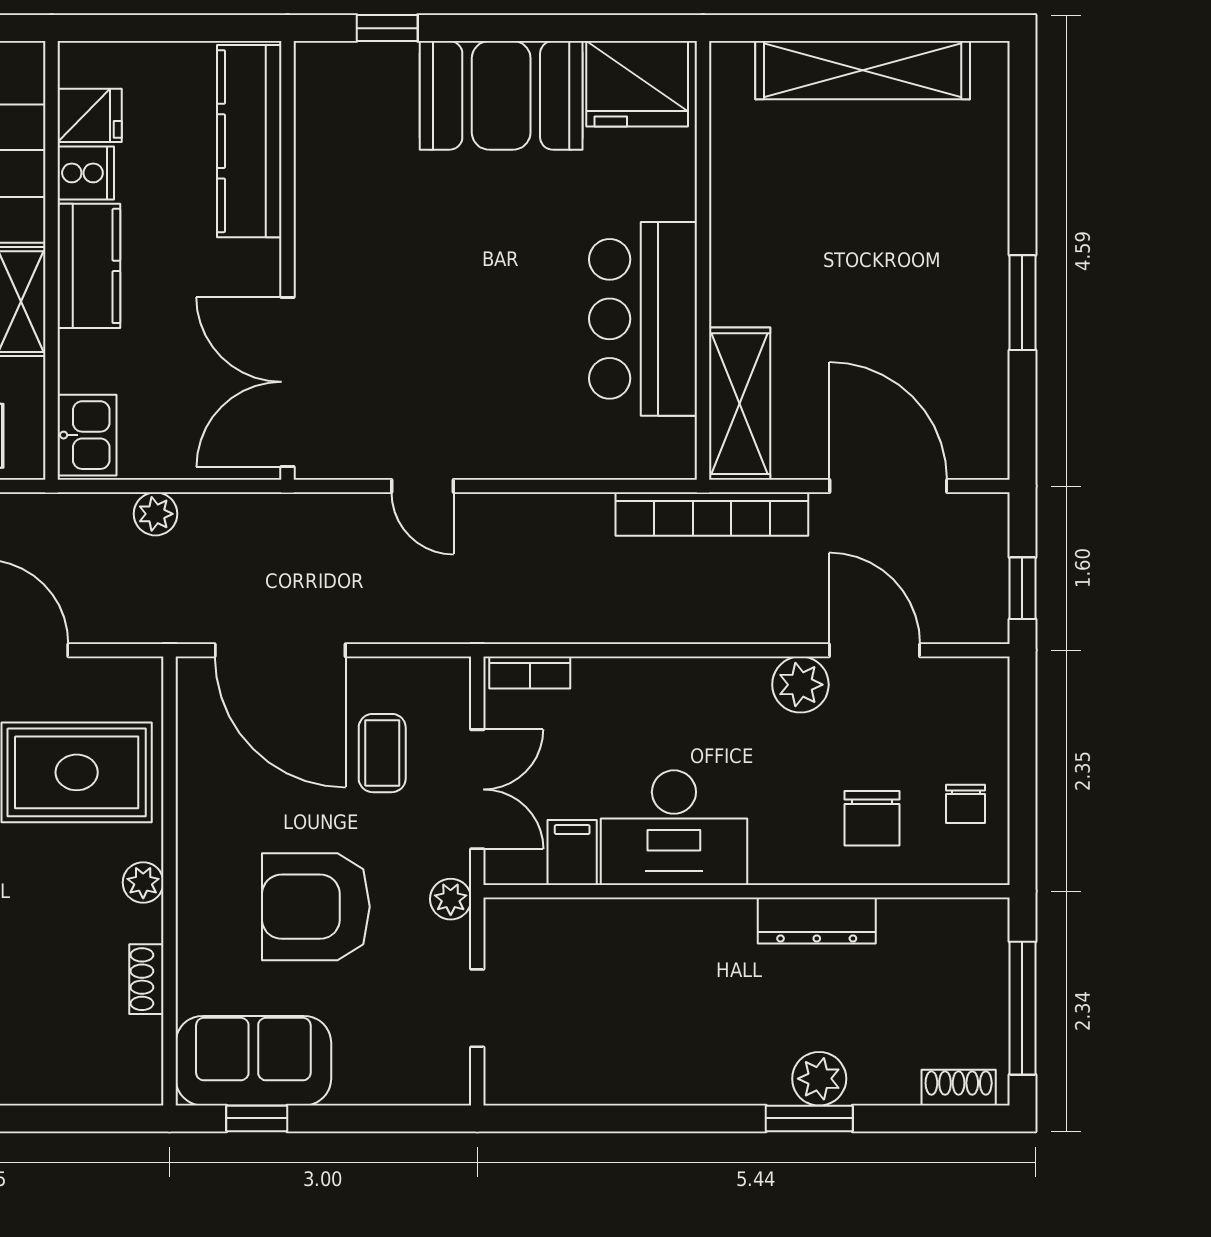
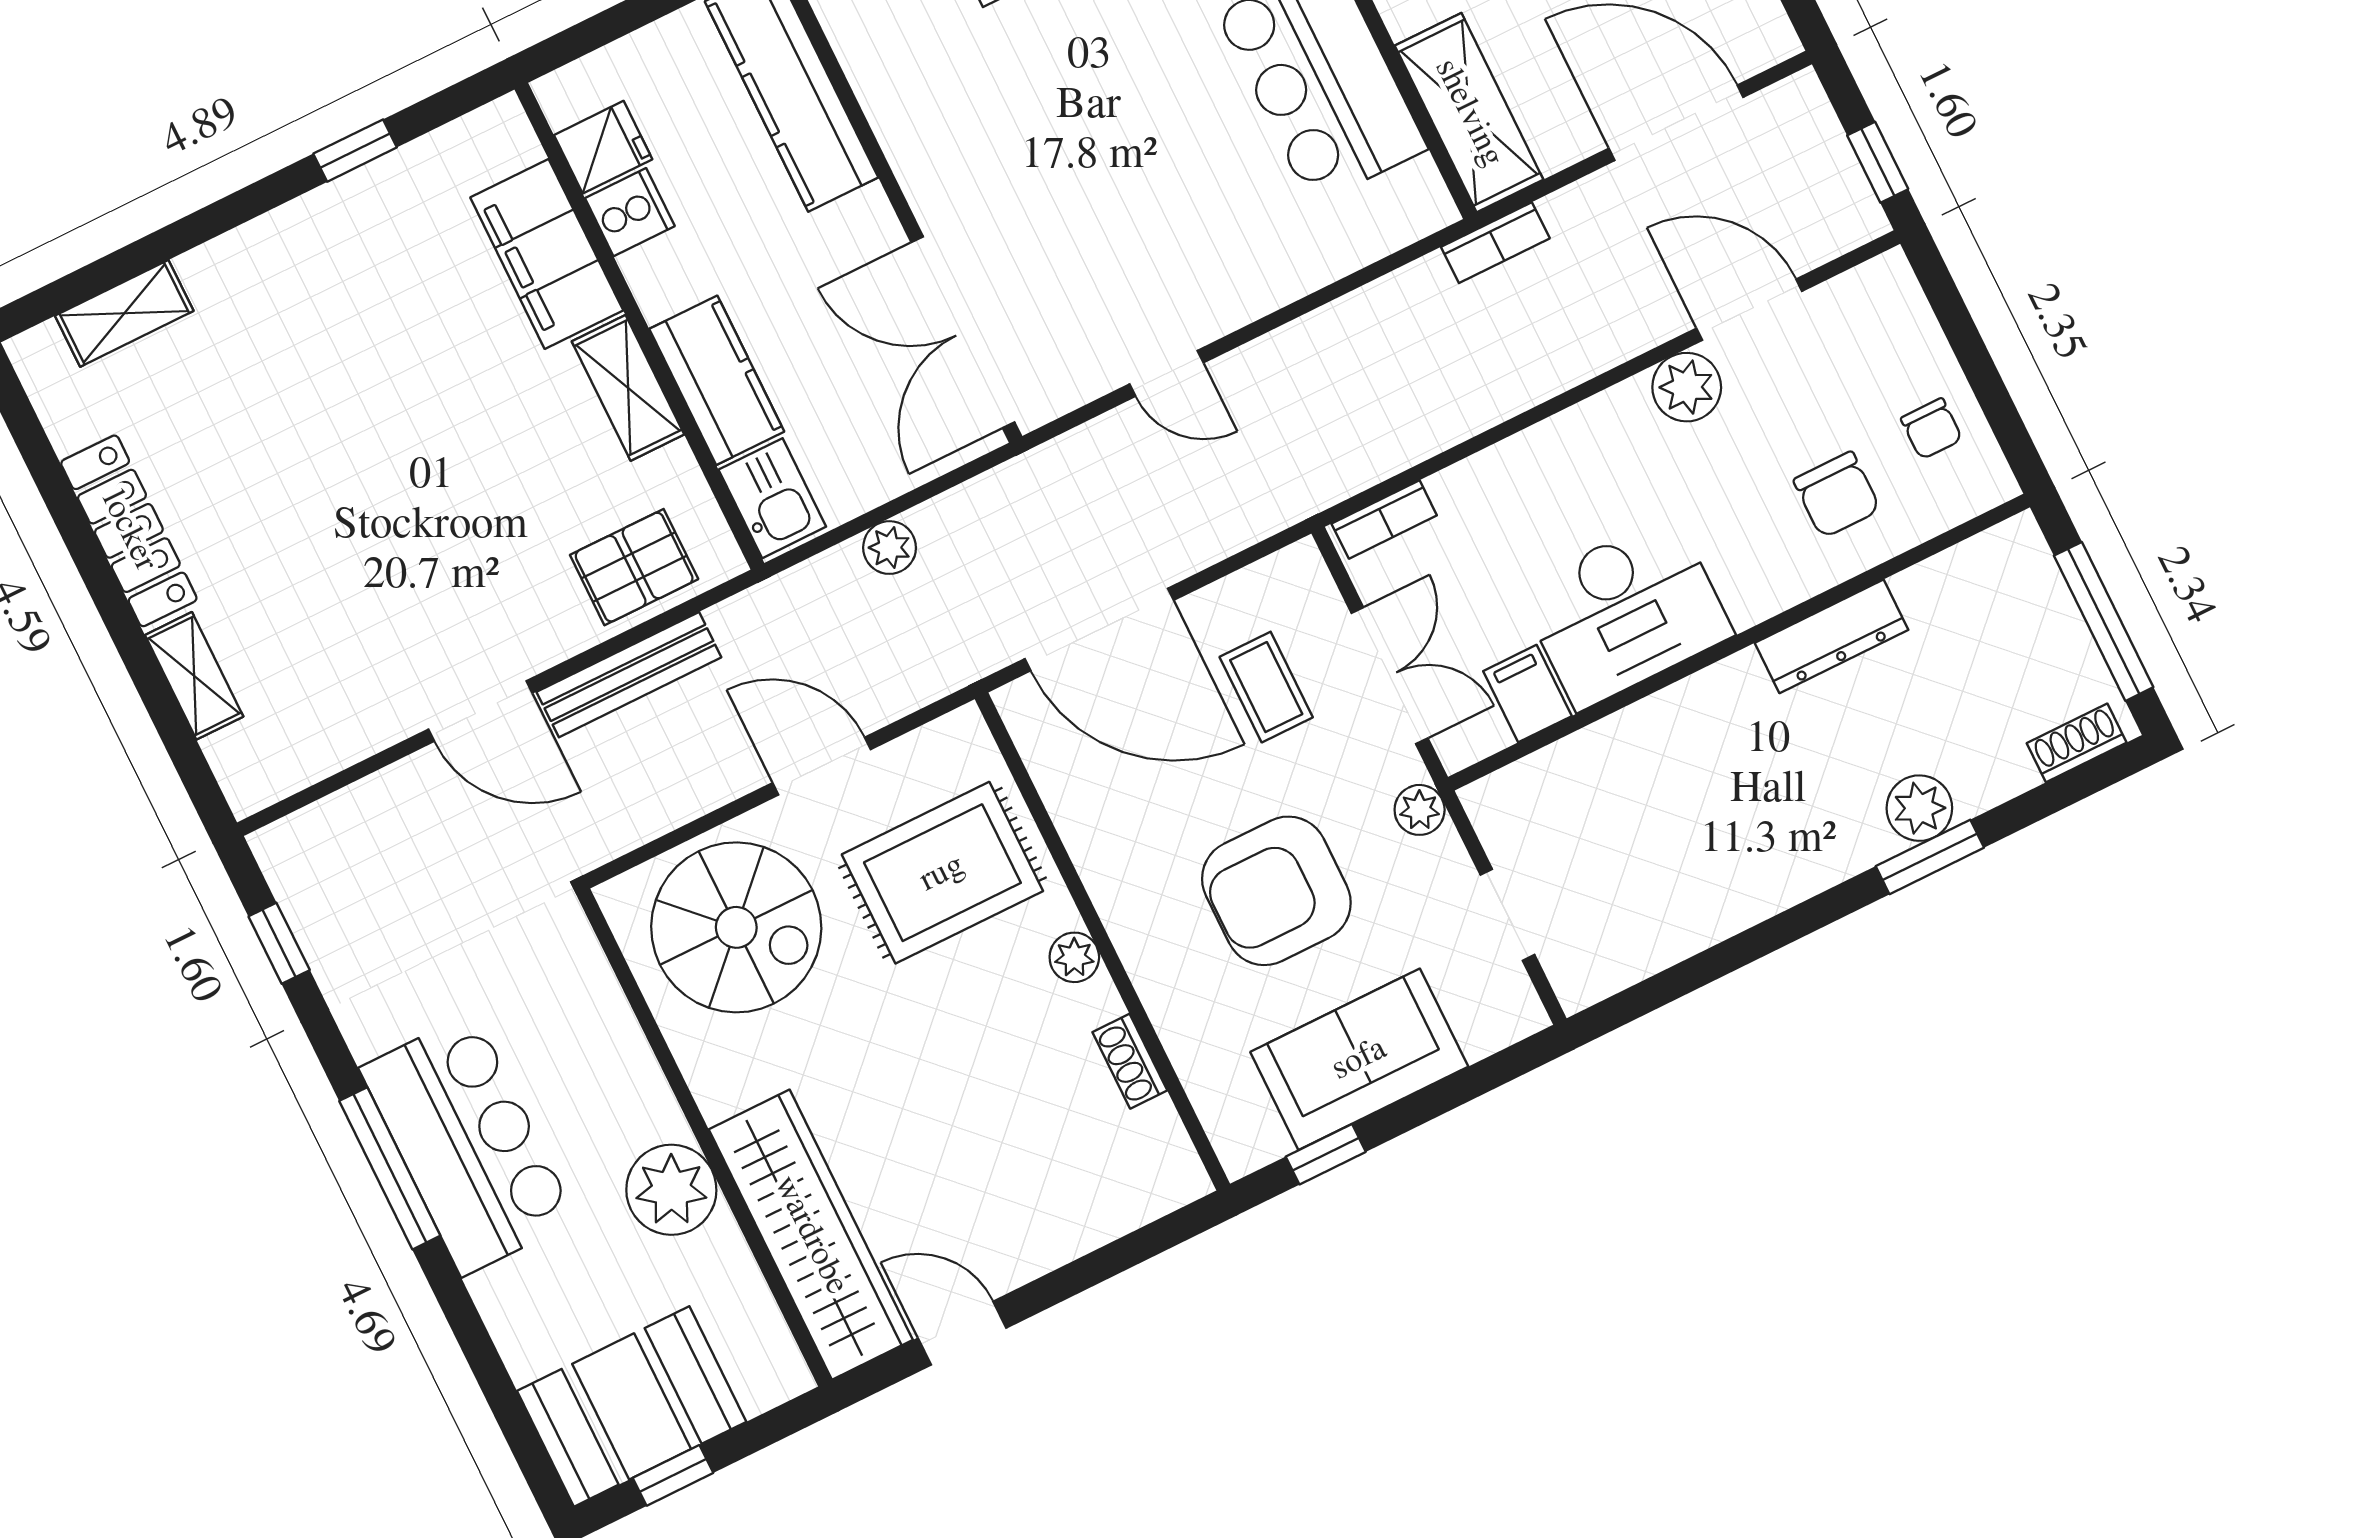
kitchen counter: (89, 266) -> (717, 380), moved
bookcase: (712, 514) -> (1495, 243), width x0.43, depth x0.76
sofa: (253, 1061) -> (1359, 1059), moved

